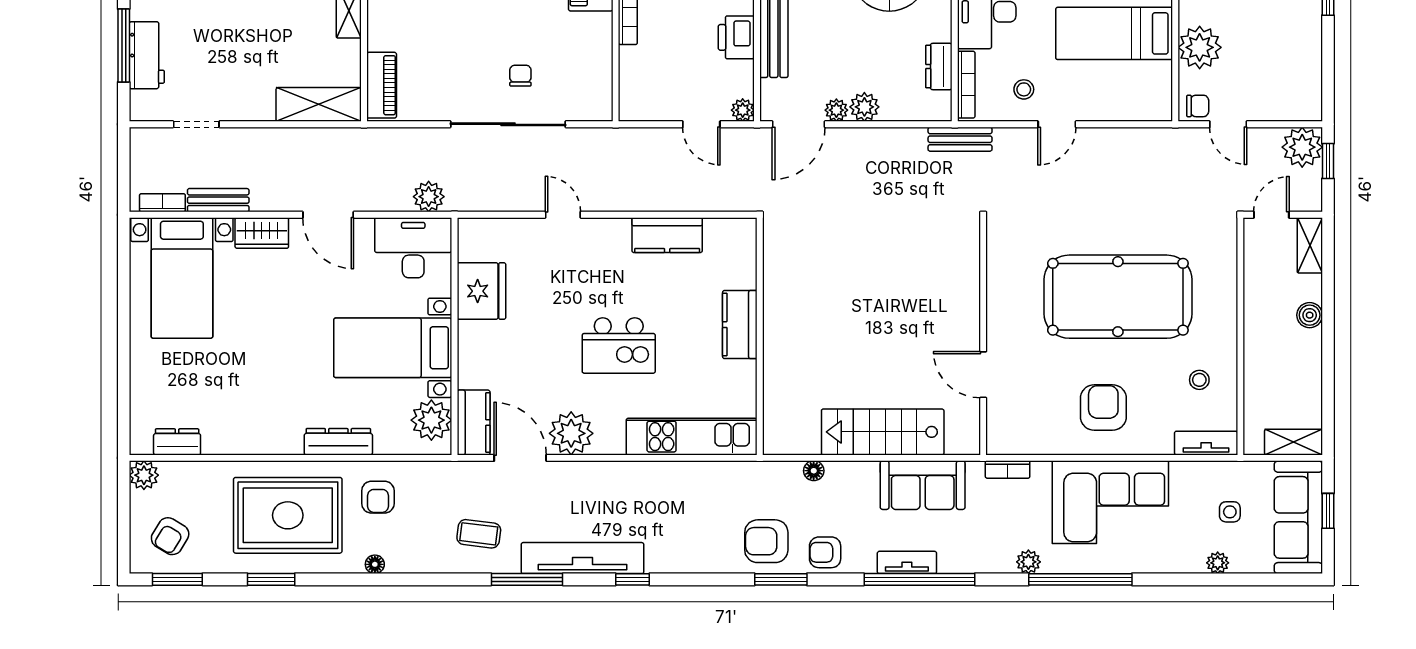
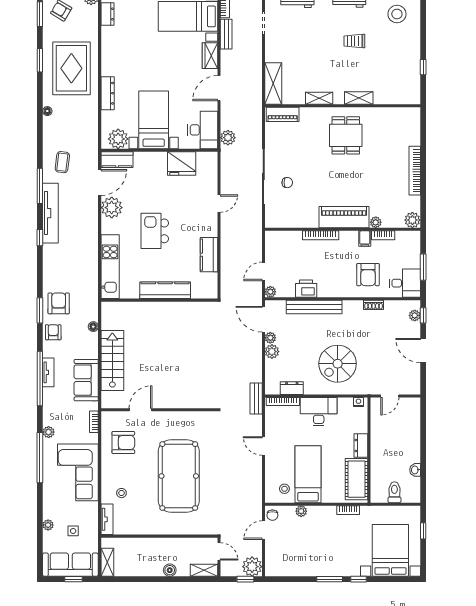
plant: (1200, 47) -> (301, 511), width x0.53, depth x0.53
stool: (1024, 89) -> (284, 489), moved
kitchen counter: (740, 325) -> (165, 290), width x1.50
stool: (1199, 380) -> (121, 493), moved
armchair: (1103, 407) -> (123, 443), moved
armchair: (378, 497) -> (80, 113), removed

